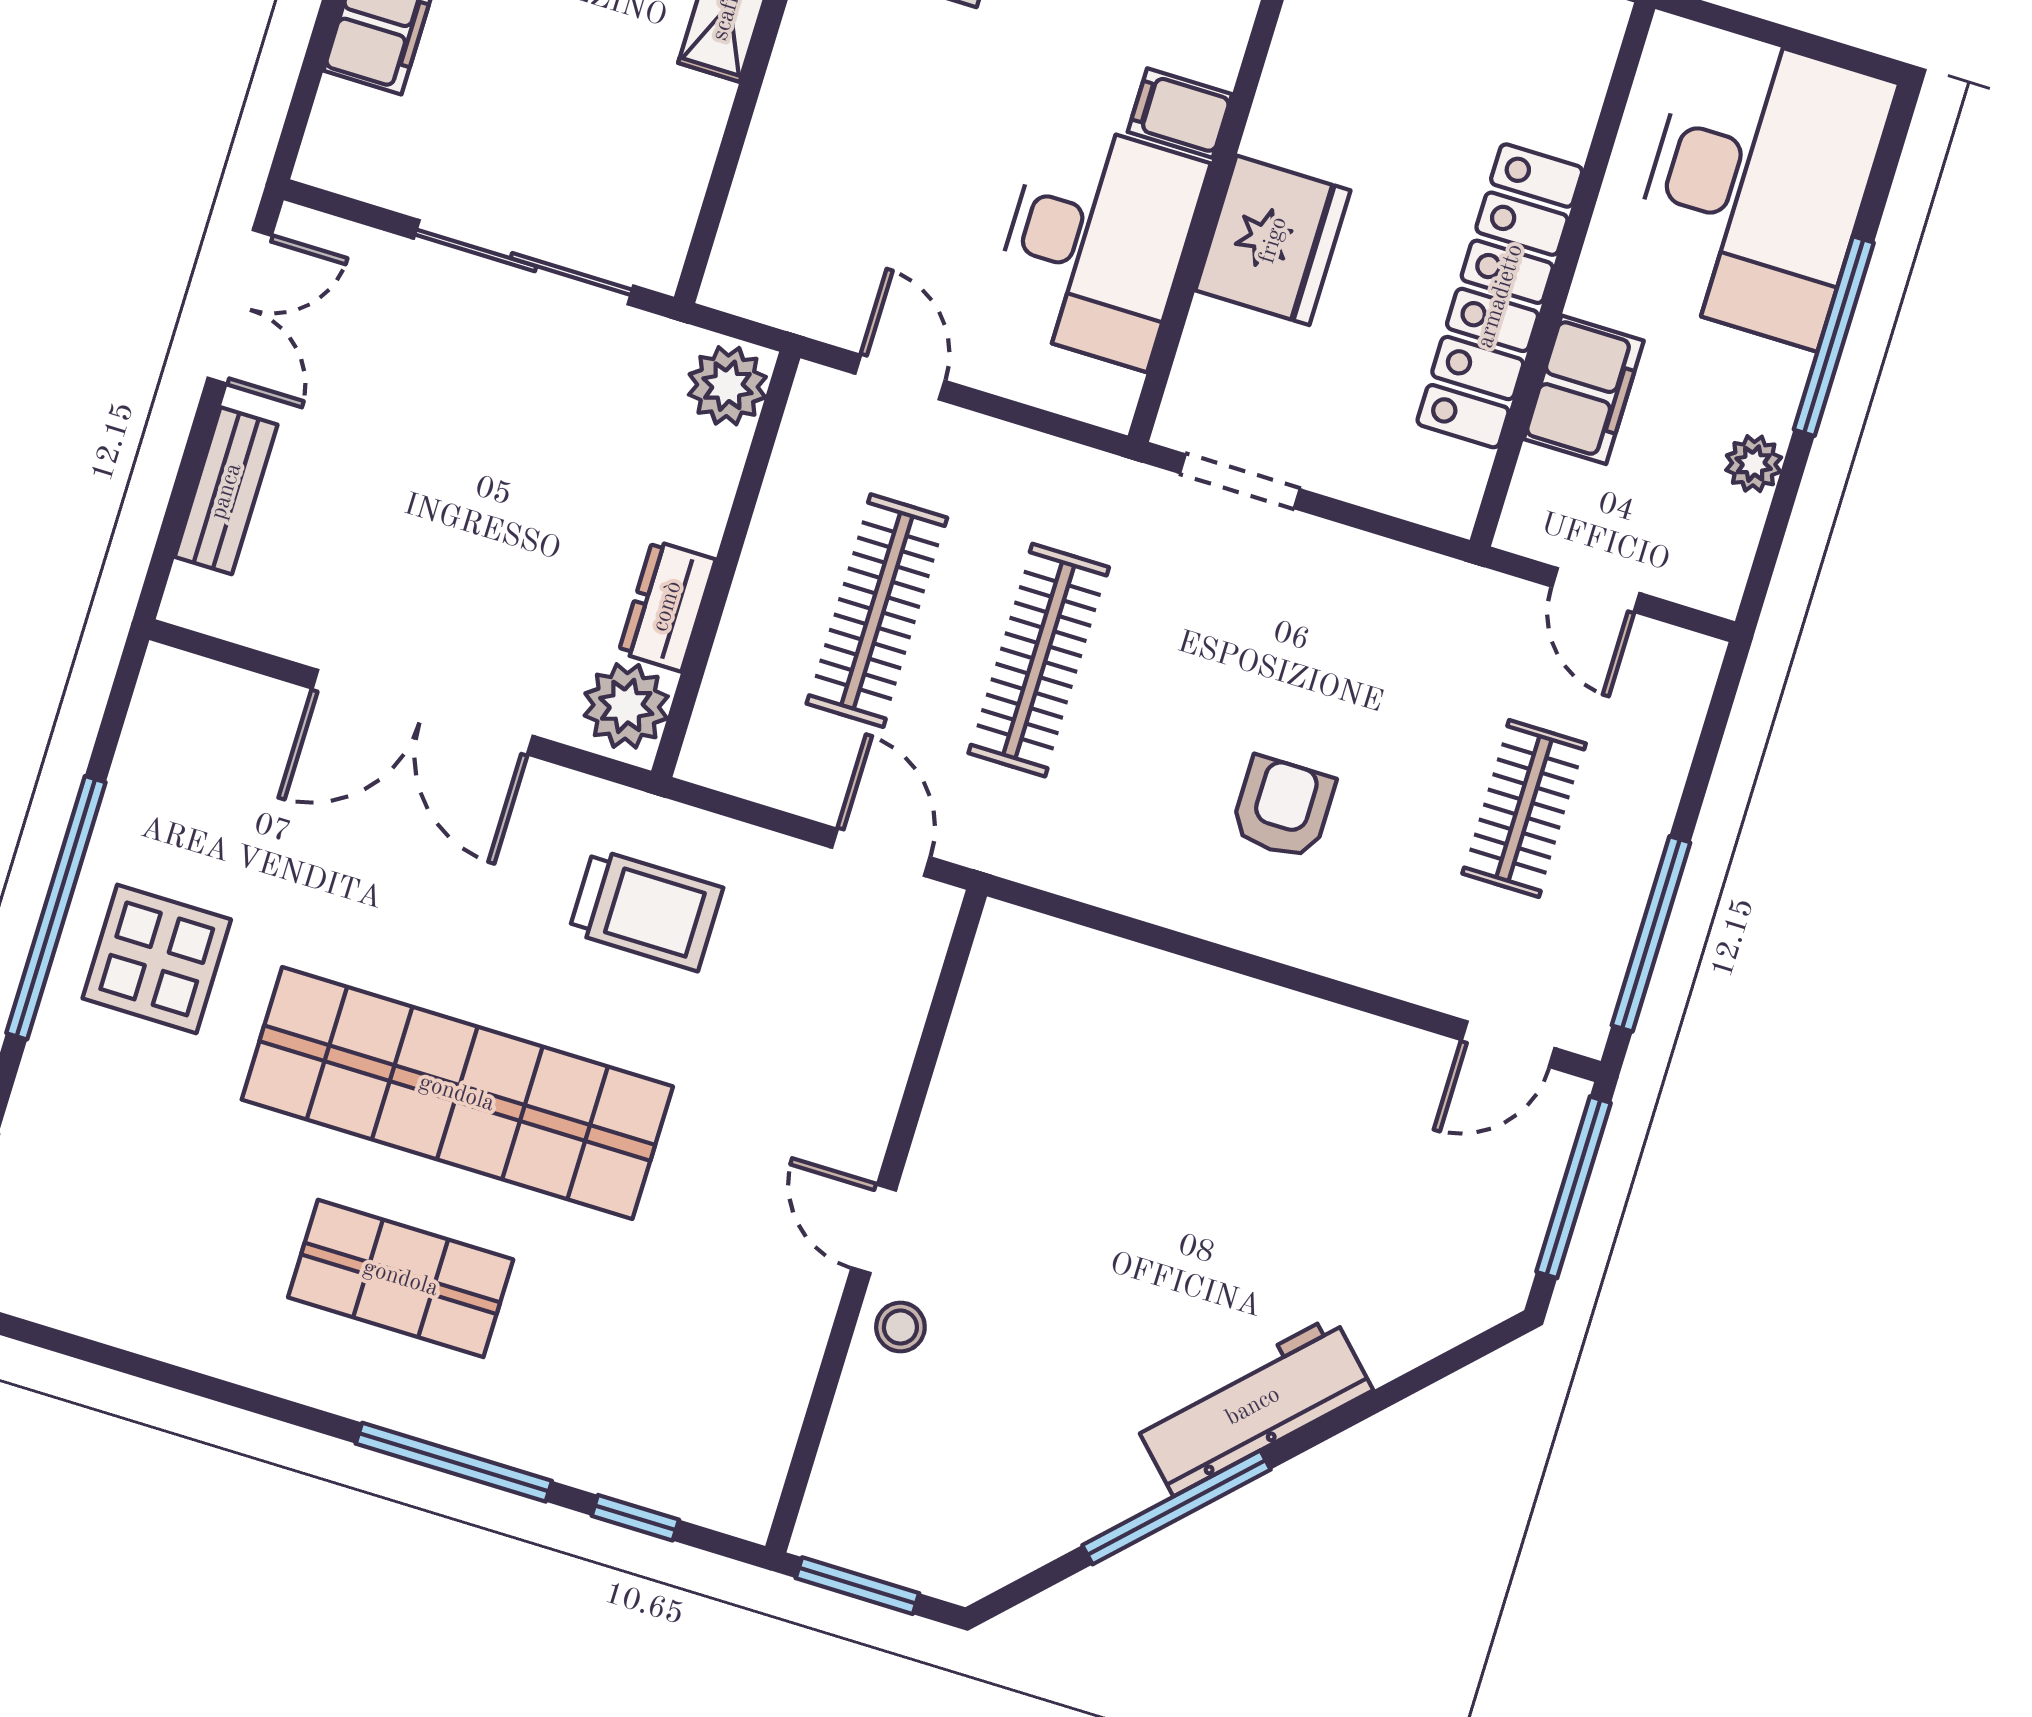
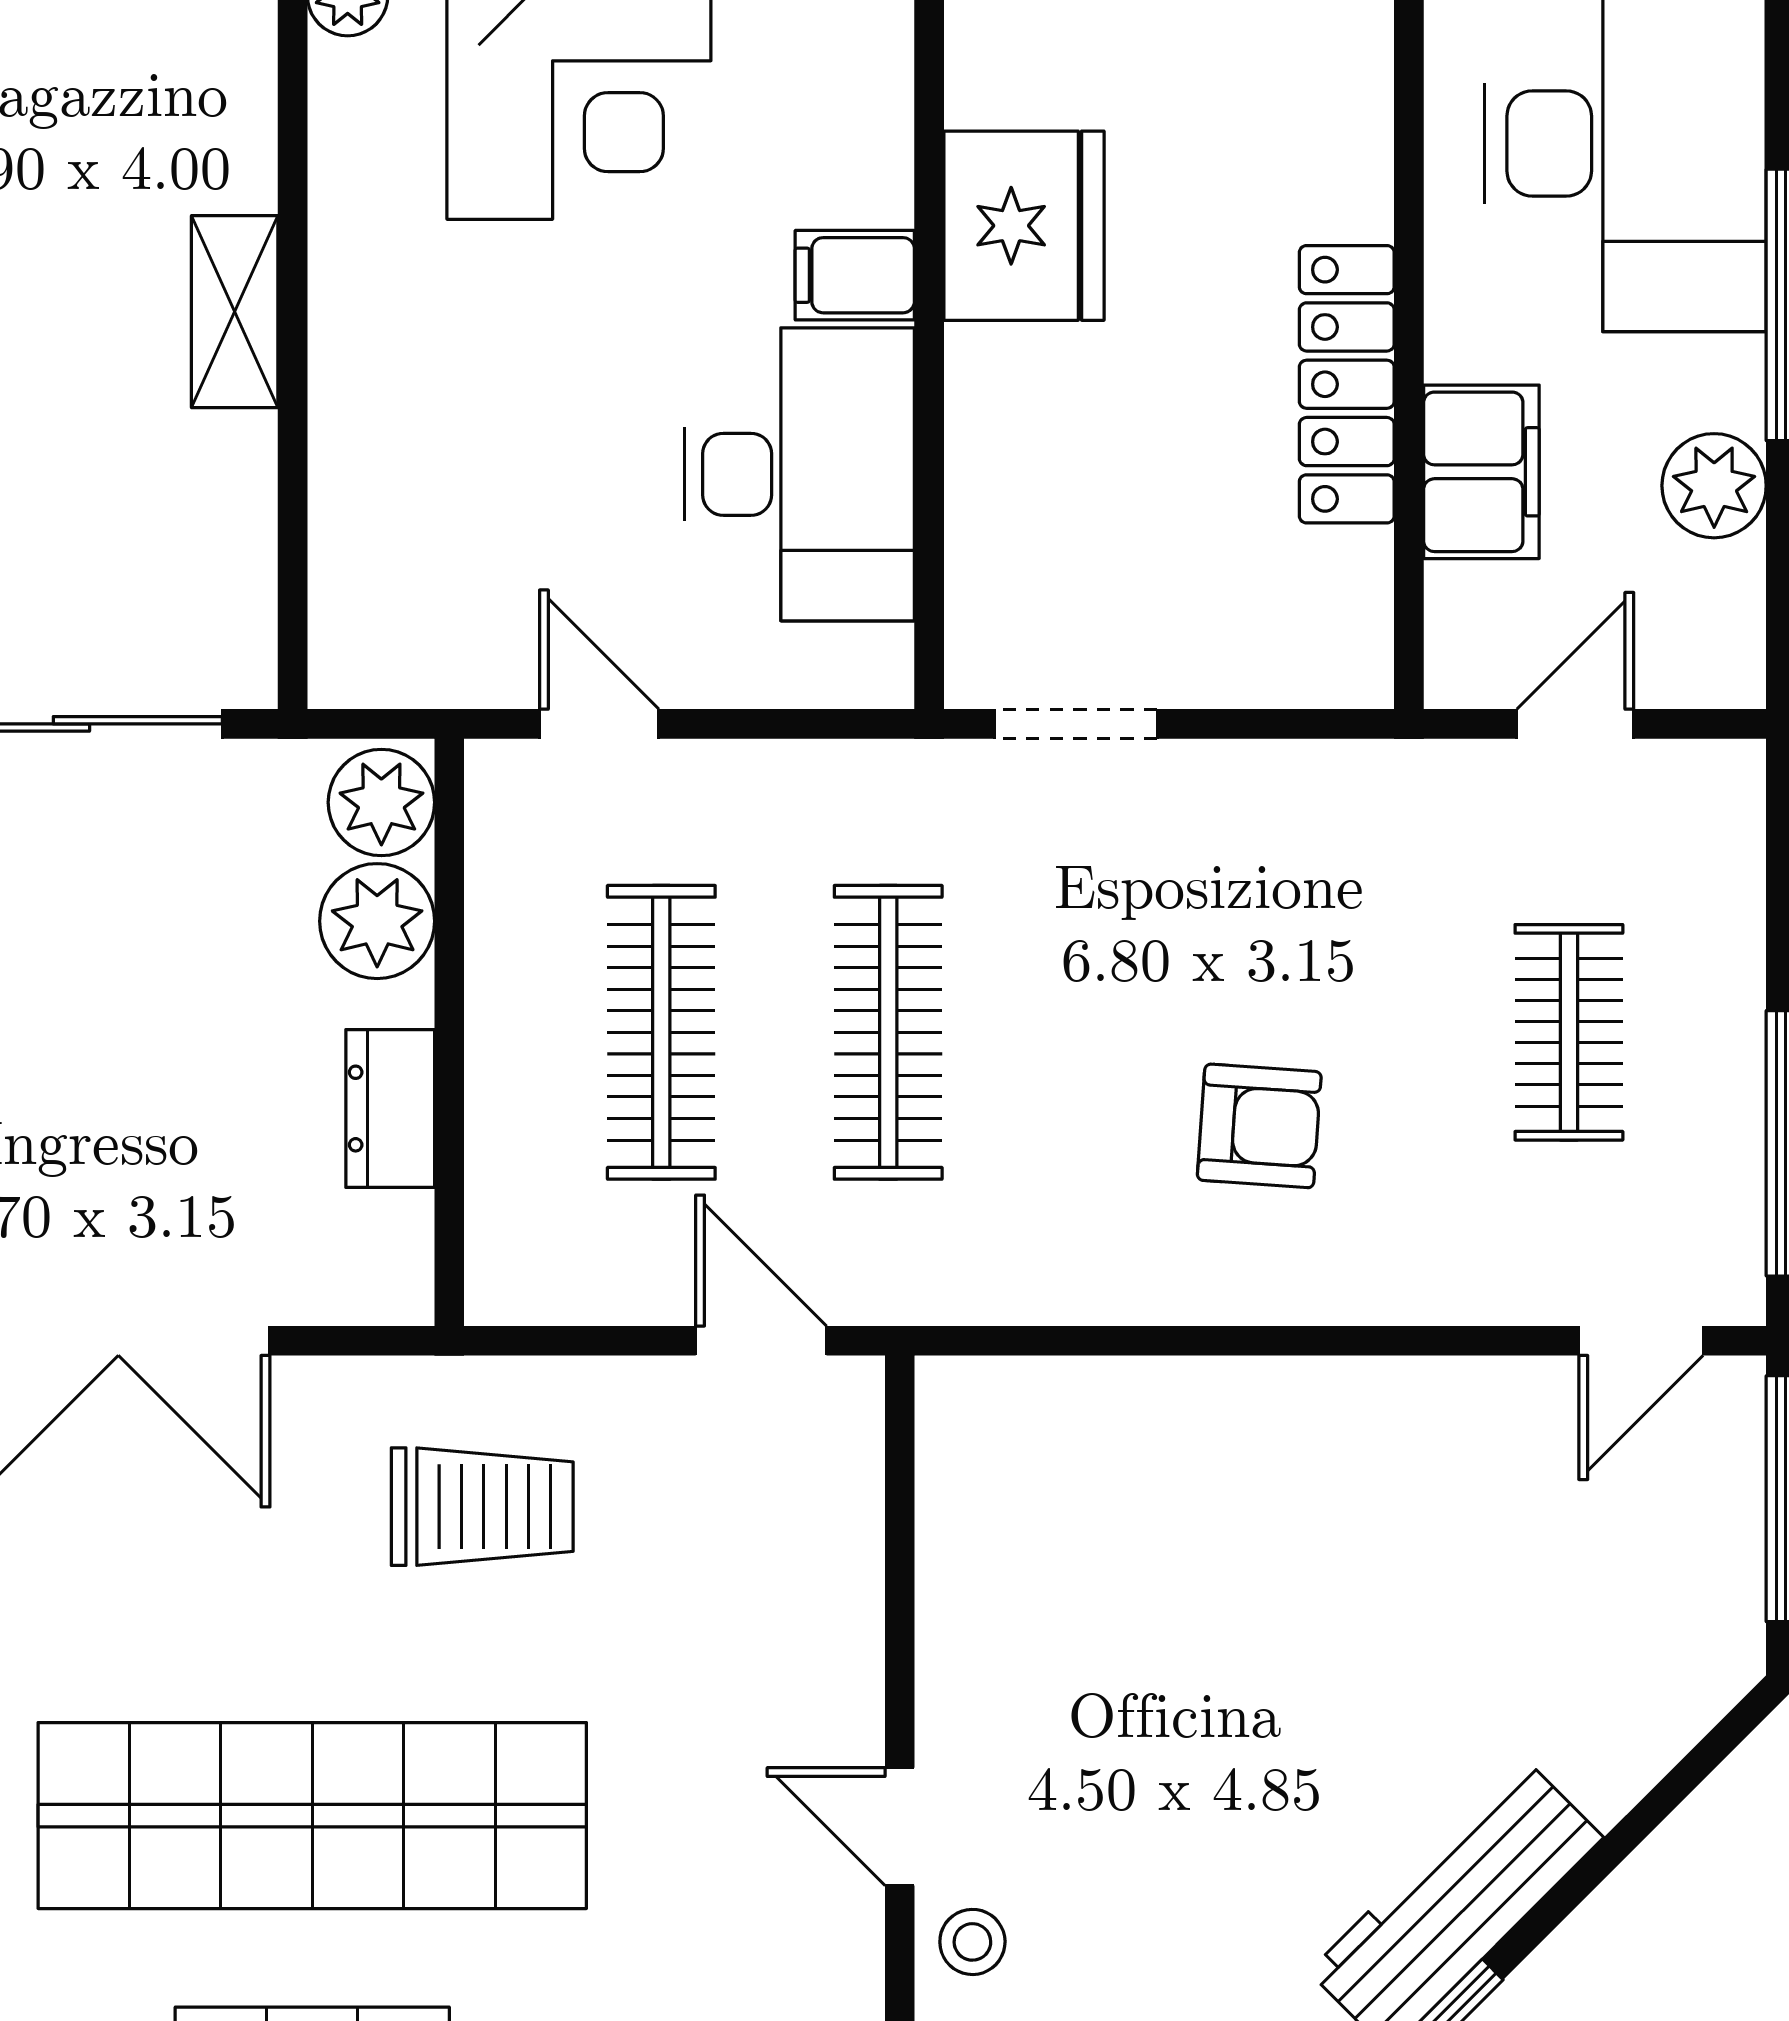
fridge: (1273, 240) -> (1024, 226), moved
locker: (1500, 296) -> (1347, 384), width x0.71, depth x0.83
plant: (1754, 464) -> (1714, 486), width x1.38, depth x1.38
door: (1596, 590) -> (1575, 724), swing flipped
plant: (626, 706) -> (377, 921), moved
armchair: (1283, 808) -> (1259, 1126), turned 94

